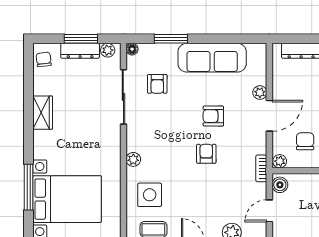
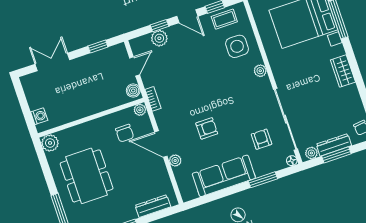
sliding door: (123, 97) -> (286, 119), width x1.36
wardrobe: (43, 113) -> (343, 71), moved
door: (269, 116) -> (161, 144), hinge flipped
armchair: (206, 154) -> (202, 96), removed

